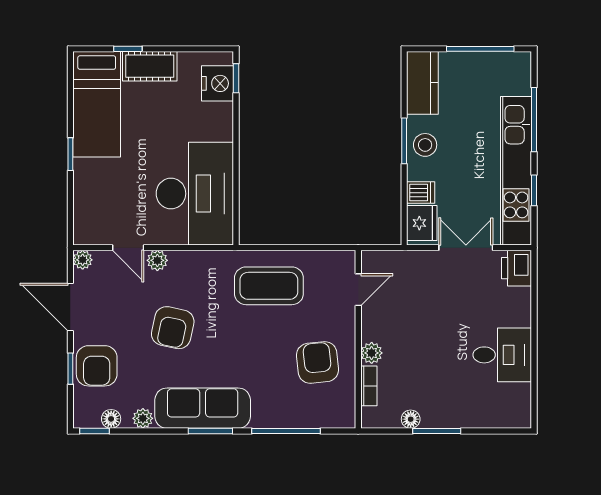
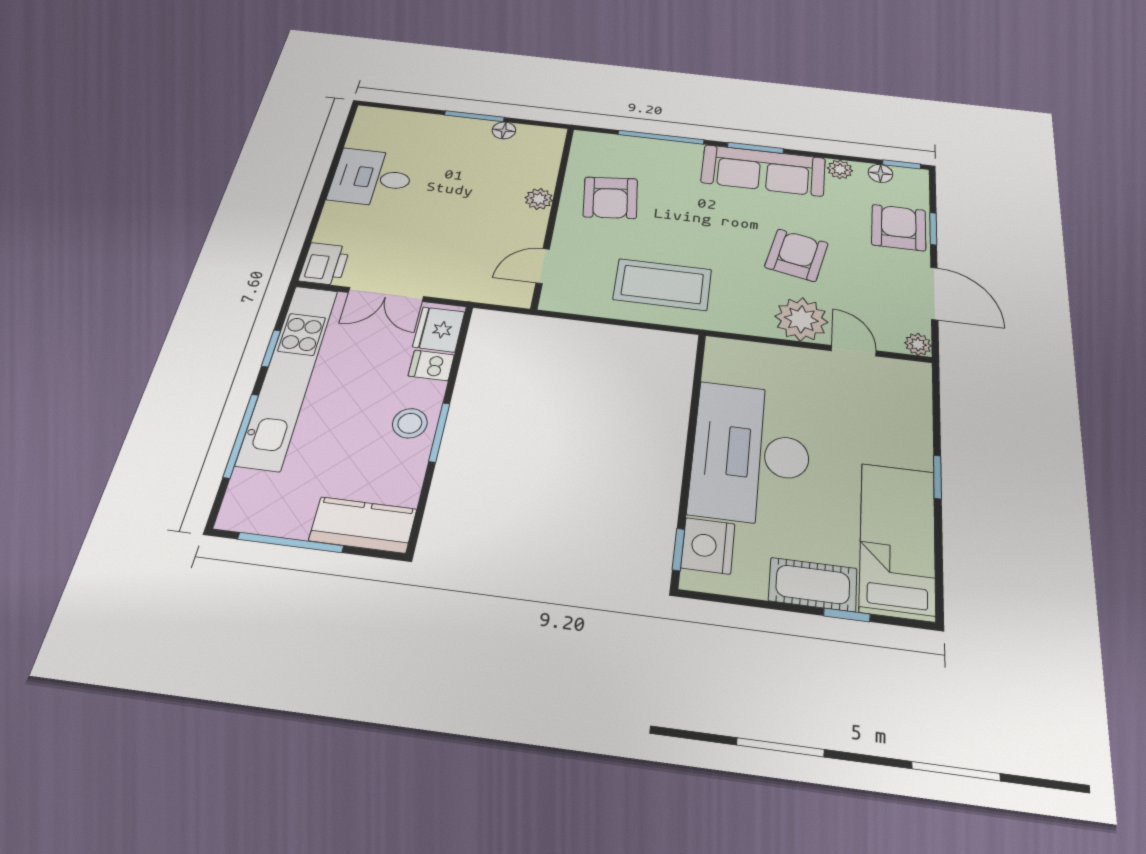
kitchen counter: (422, 83) -> (363, 525), moved, turned 90
desk: (195, 194) -> (751, 453), moved
plant: (157, 260) -> (801, 319), width x1.88, depth x1.88
bookcase: (369, 386) -> (549, 167), removed

